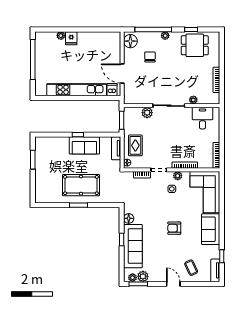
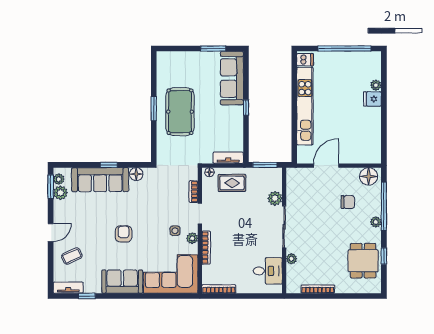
dishwasher: (112, 90) -> (305, 60), moved
sofa: (84, 145) -> (232, 78), moved, width x1.36

